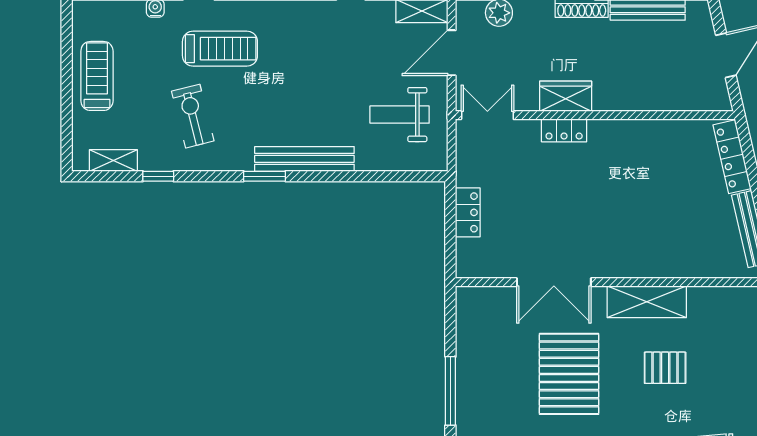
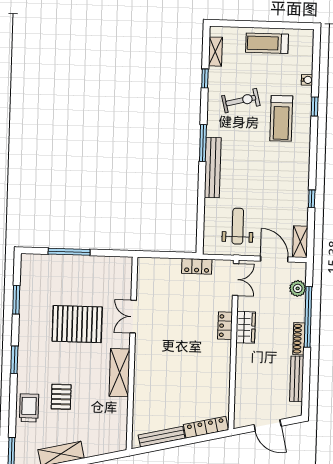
treadmill: (97, 76) -> (267, 43), turned 180
window: (264, 176) -> (203, 143), width x1.44
locker: (468, 212) -> (197, 266), moved
double door: (554, 282) -> (133, 317), width x0.73
pallet: (665, 368) -> (61, 397), moved

